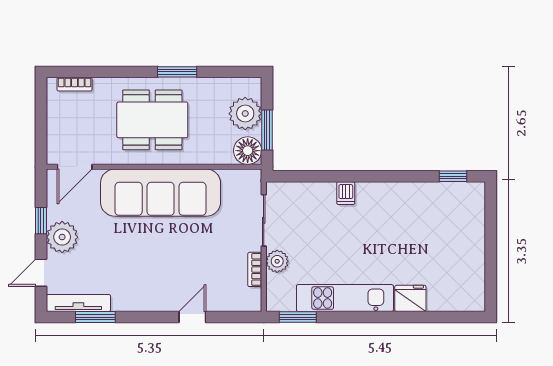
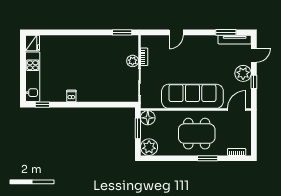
window: (177, 72) -> (208, 158), moved
plant: (245, 114) -> (149, 147), moved
dishwasher: (346, 193) -> (71, 96), moved
kitchen unit: (345, 298) -> (33, 77), moved, turned -90
fridge: (410, 298) -> (33, 43), moved, turned -90

